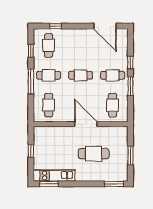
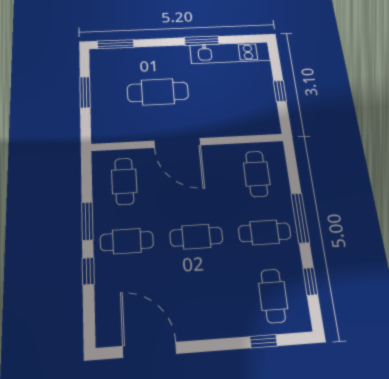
window: (49, 184) -> (202, 41), moved

